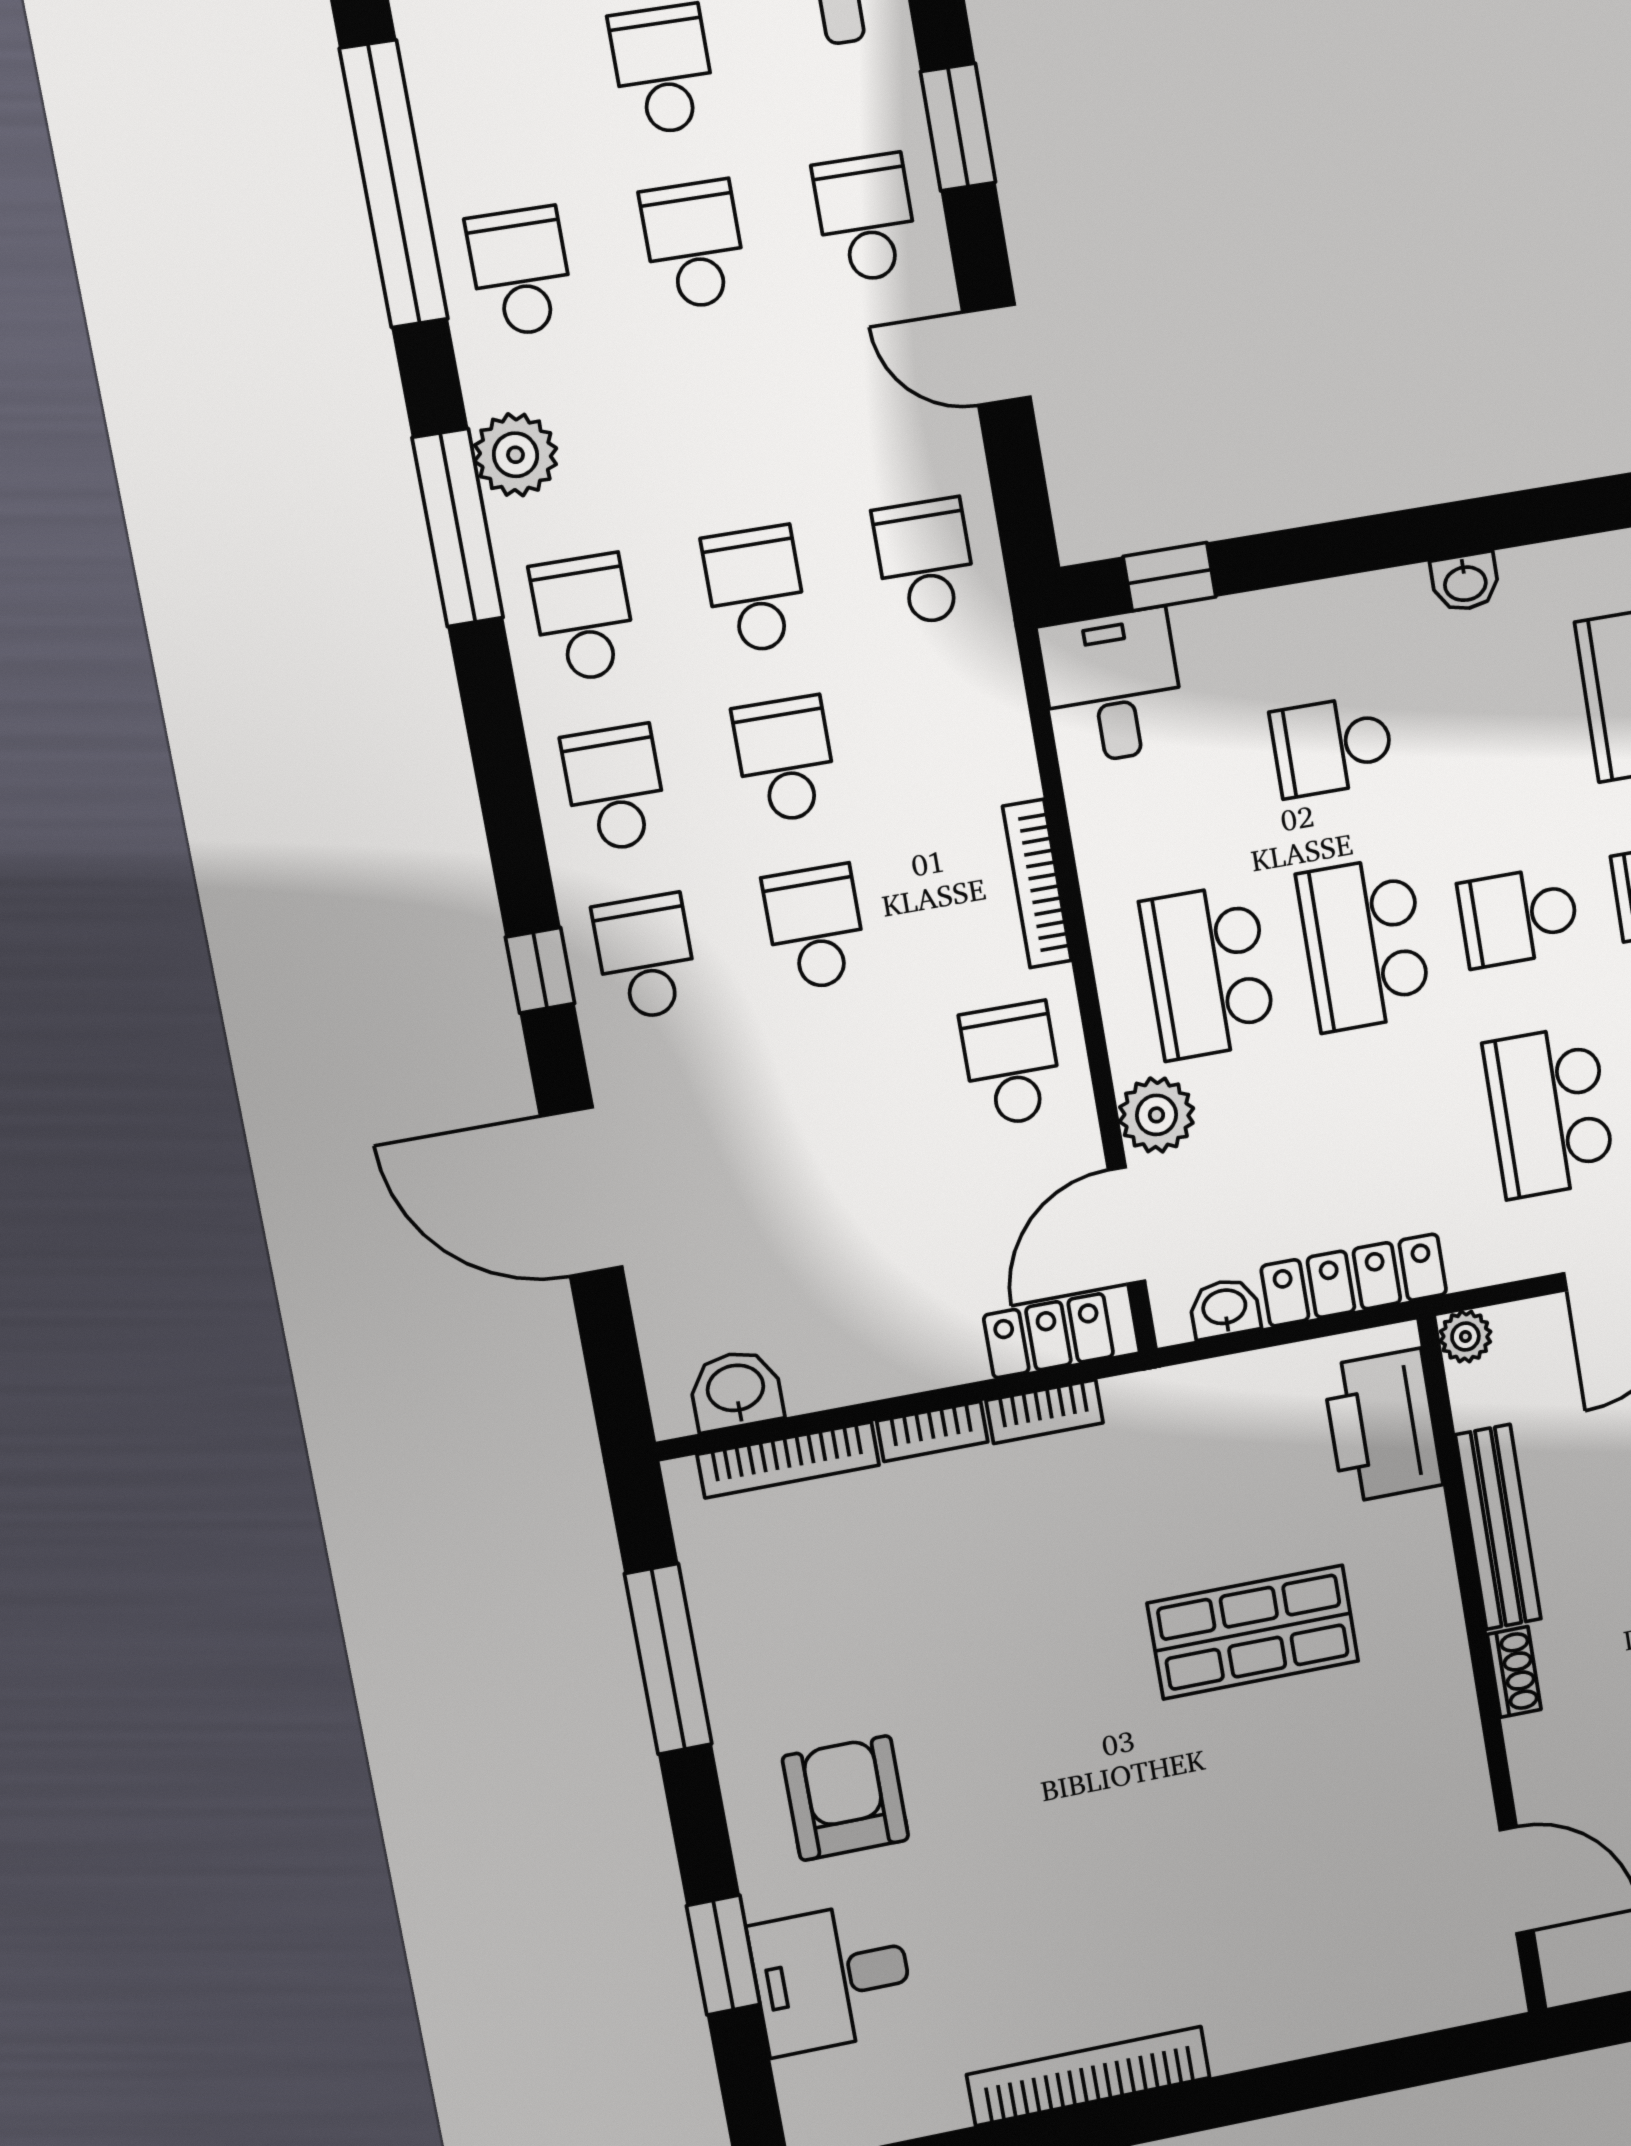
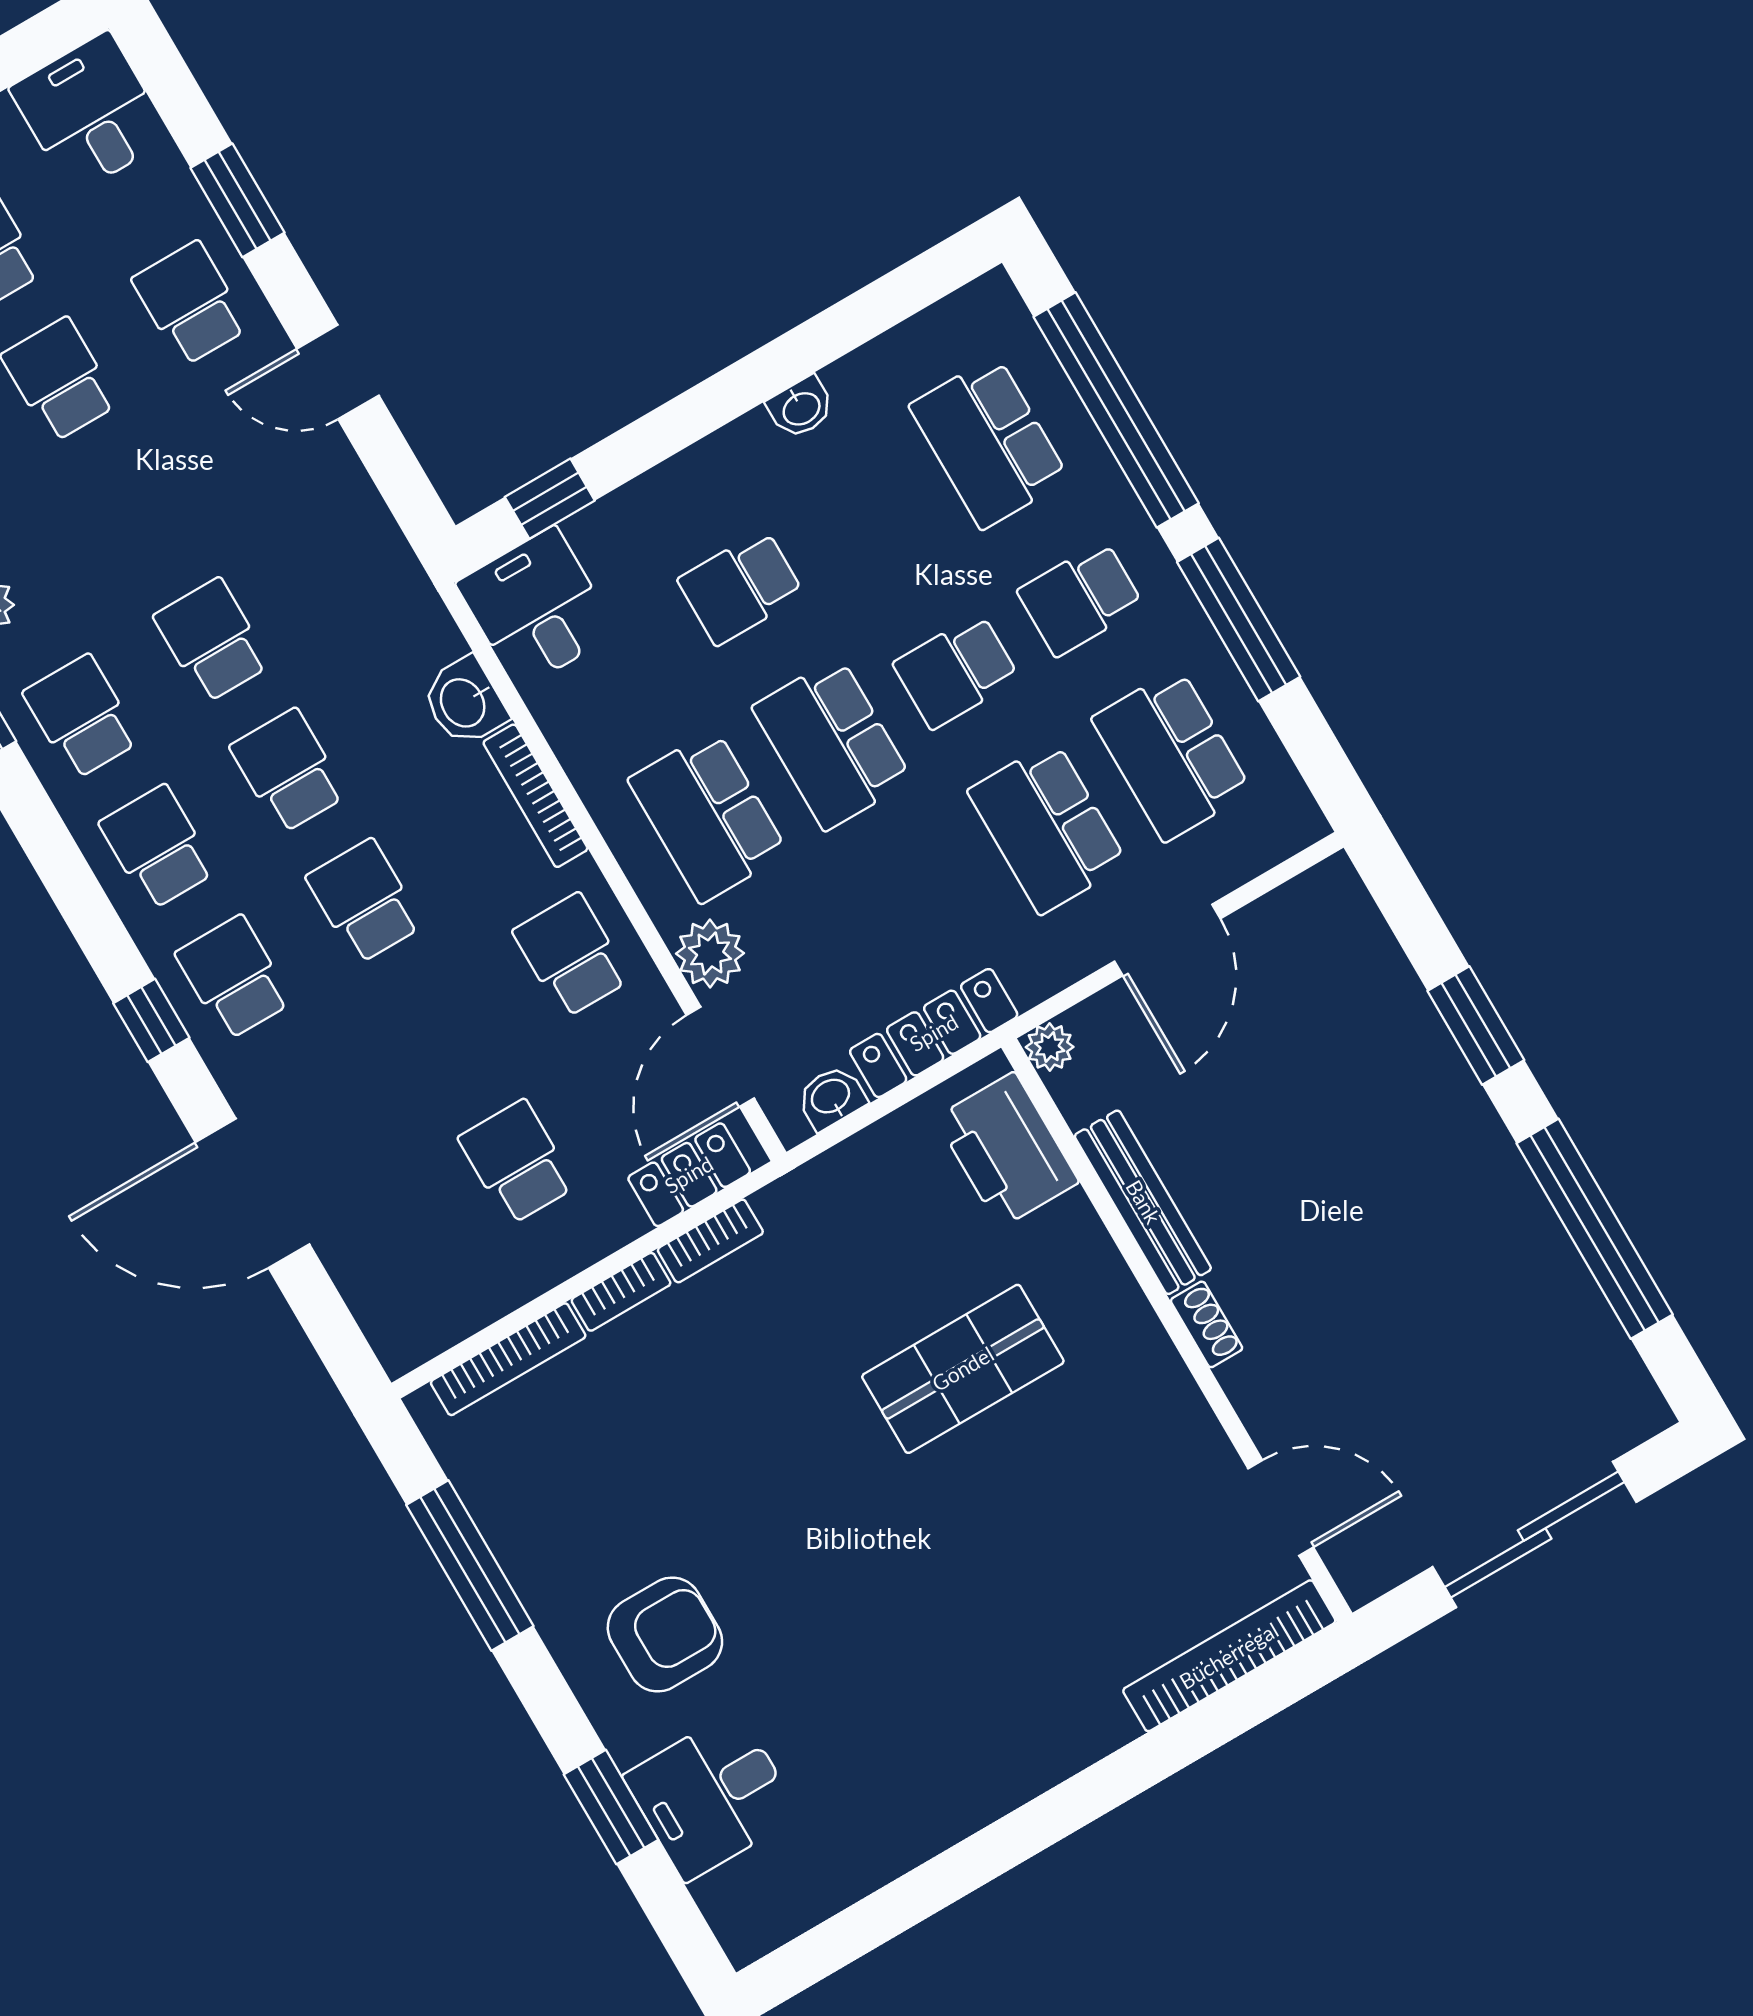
school desk: (925, 562) -> (517, 1162), moved
washbasin: (736, 1390) -> (464, 702), moved, turned -90
armchair: (845, 1798) -> (665, 1635), turned 90
bookcase: (1088, 2076) -> (1229, 1656), moved

